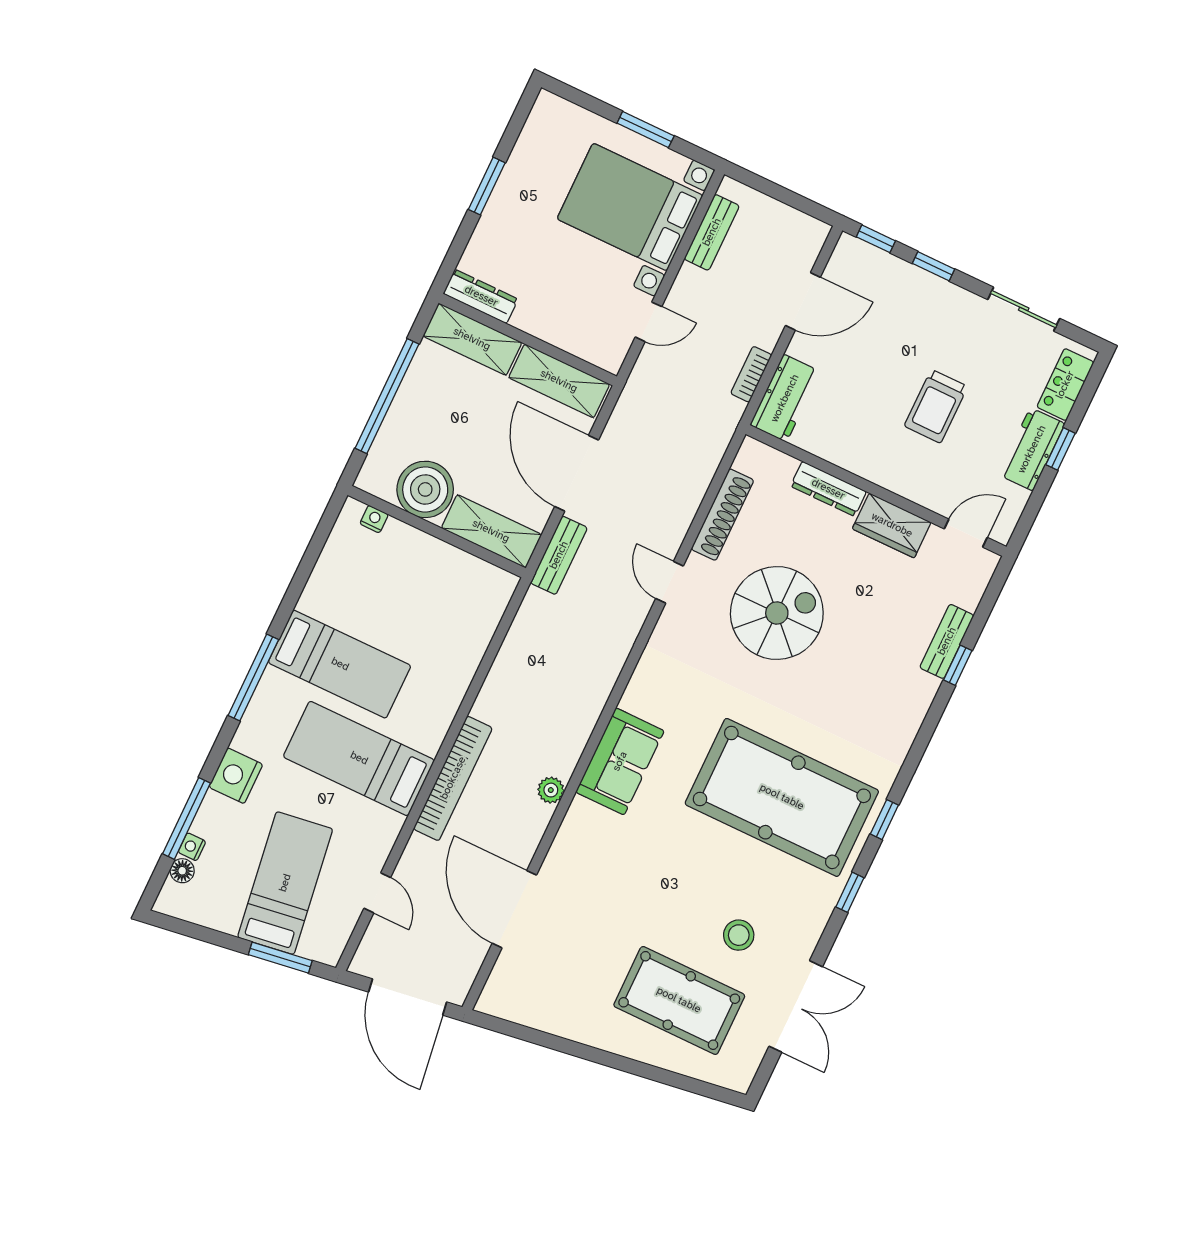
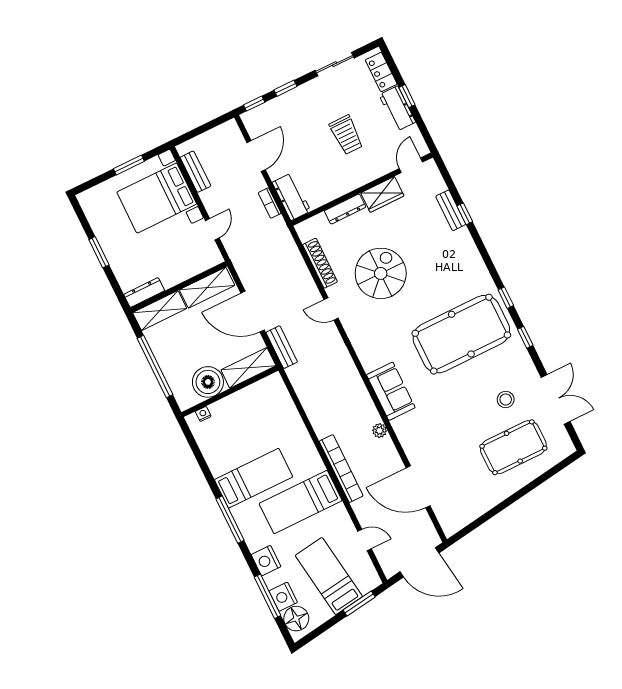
nightstand: (192, 847) -> (283, 597), width x1.89, depth x1.79
floor lamp: (182, 871) -> (296, 619), width x1.89, depth x1.89

